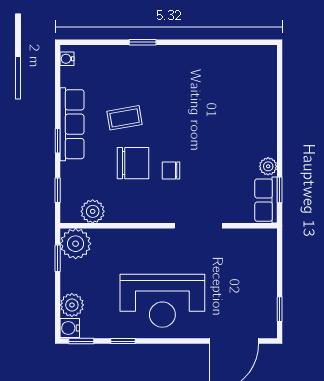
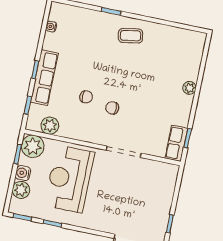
water cooler: (67, 59) -> (51, 27), moved
coffee table: (125, 118) -> (131, 36), moved
row of seats: (72, 124) -> (44, 78), moved
chair: (133, 163) -> (86, 97), width x0.54, depth x0.54
plant: (268, 166) -> (189, 88), moved
reception desk: (162, 301) -> (69, 179), moved, turned 90
water cooler: (70, 328) -> (23, 173), moved

